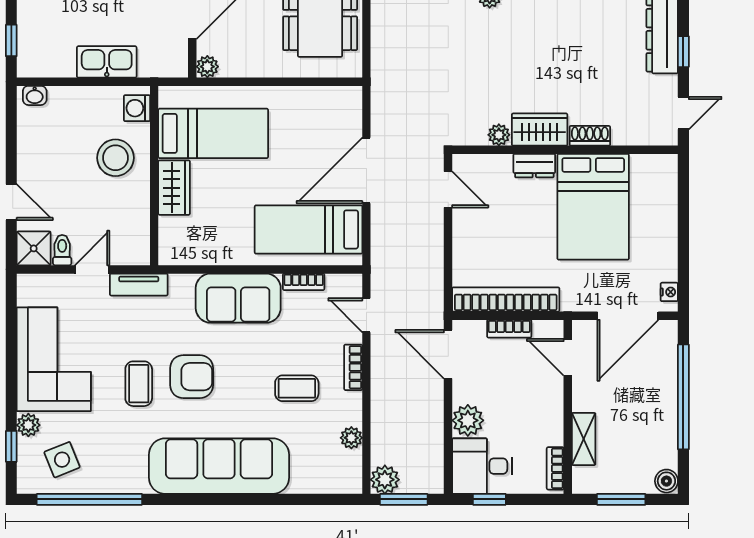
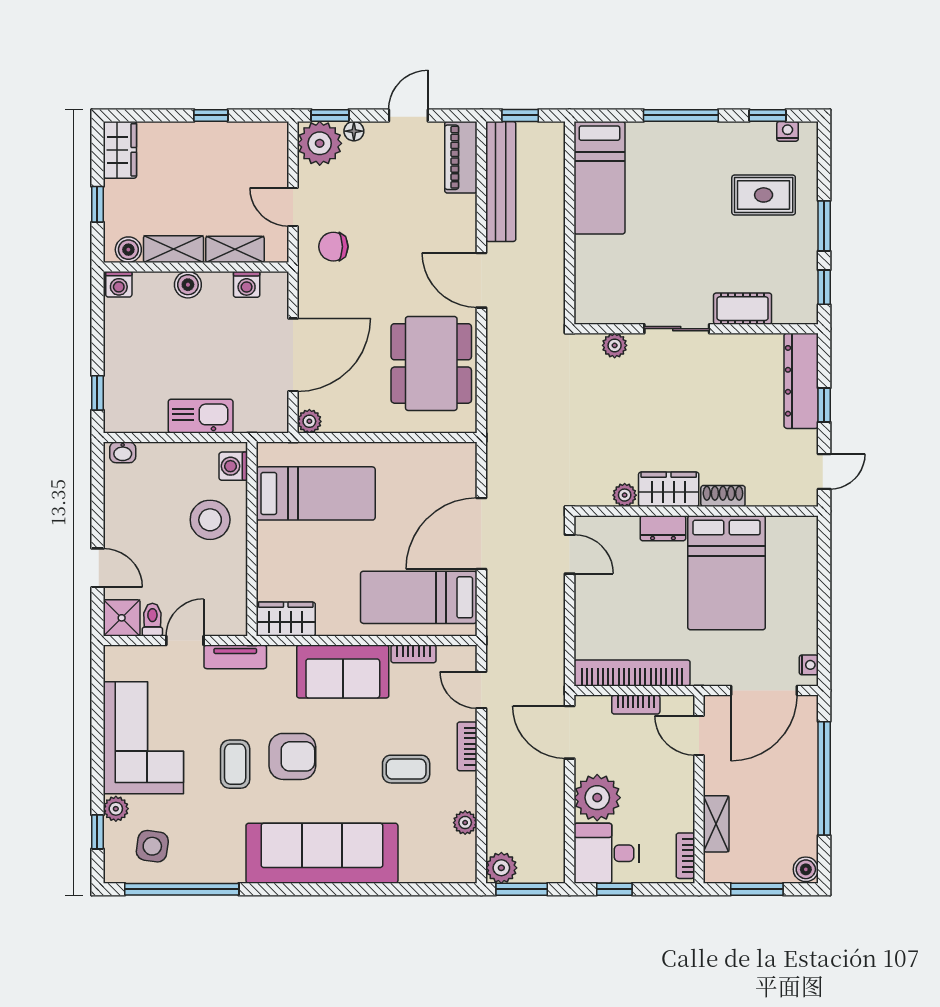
wardrobe: (174, 188) -> (286, 619), moved, turned -90
plant: (468, 420) -> (597, 798), width x1.36, depth x1.36
side table: (62, 460) -> (152, 846), turned 30

